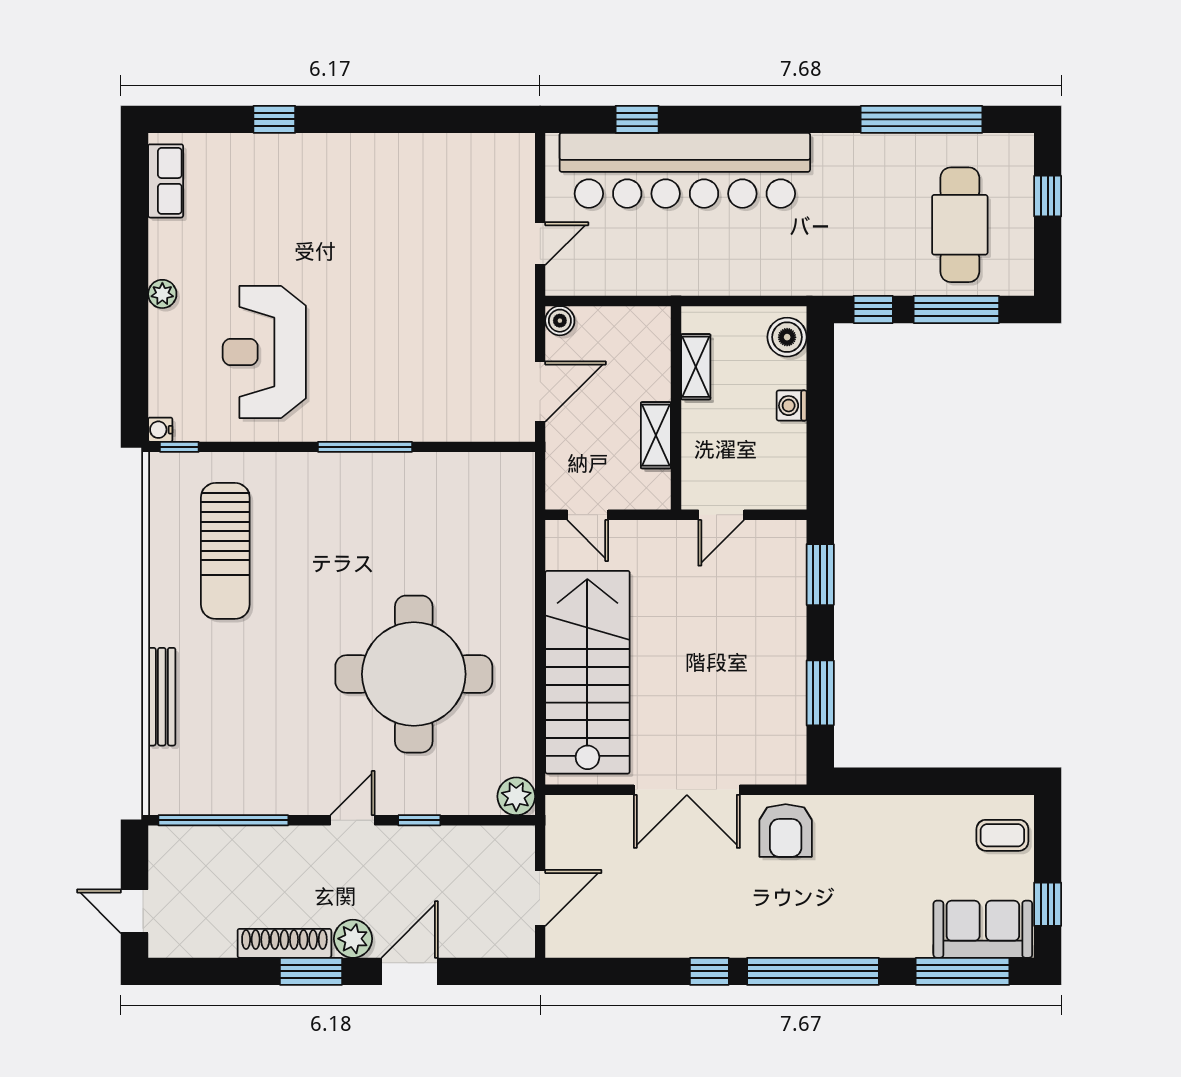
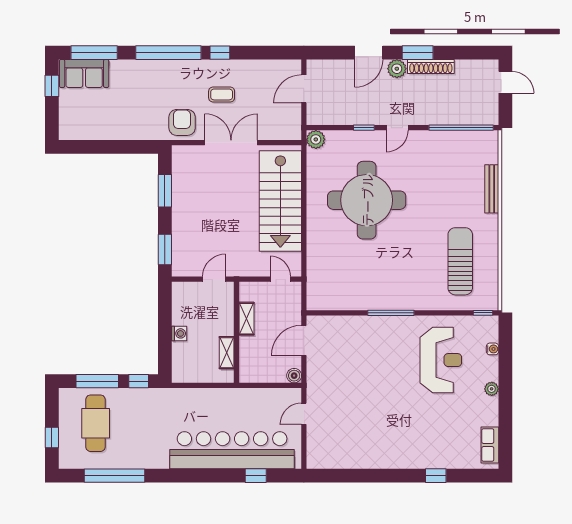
boiler: (787, 337) -> (181, 367), removed
water cooler: (160, 430) -> (493, 349), moved
coffee table: (1002, 835) -> (222, 94), moved

